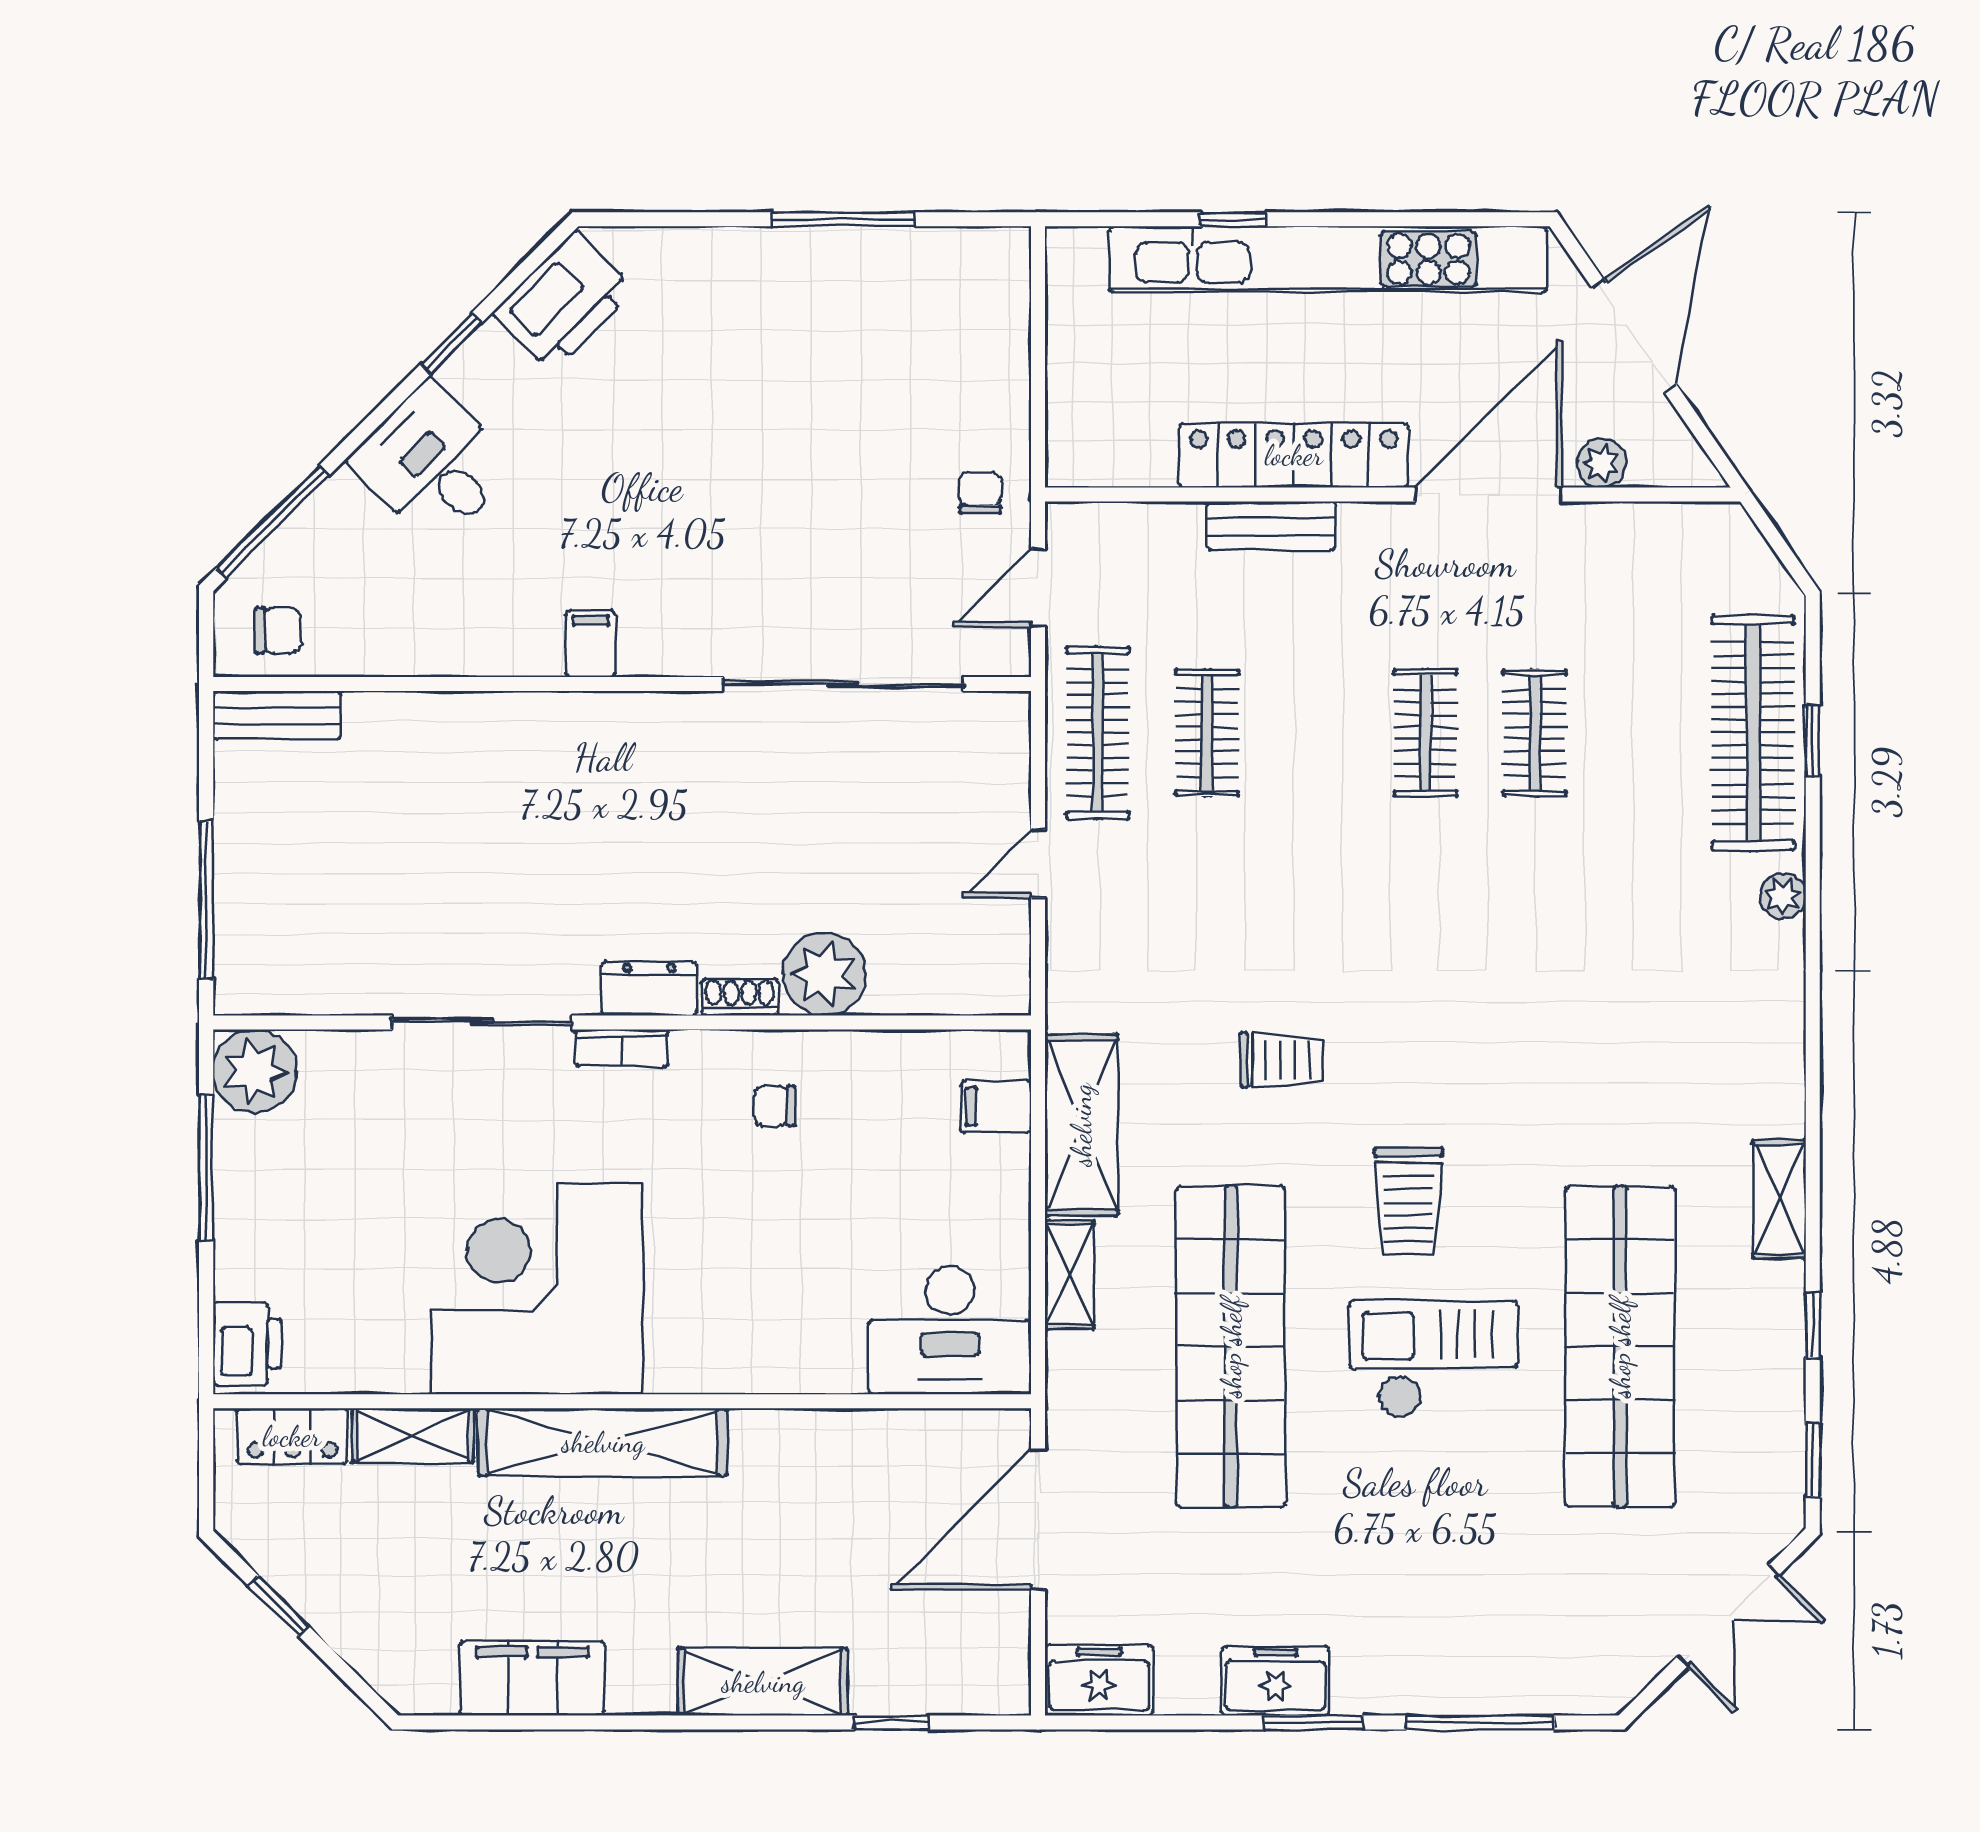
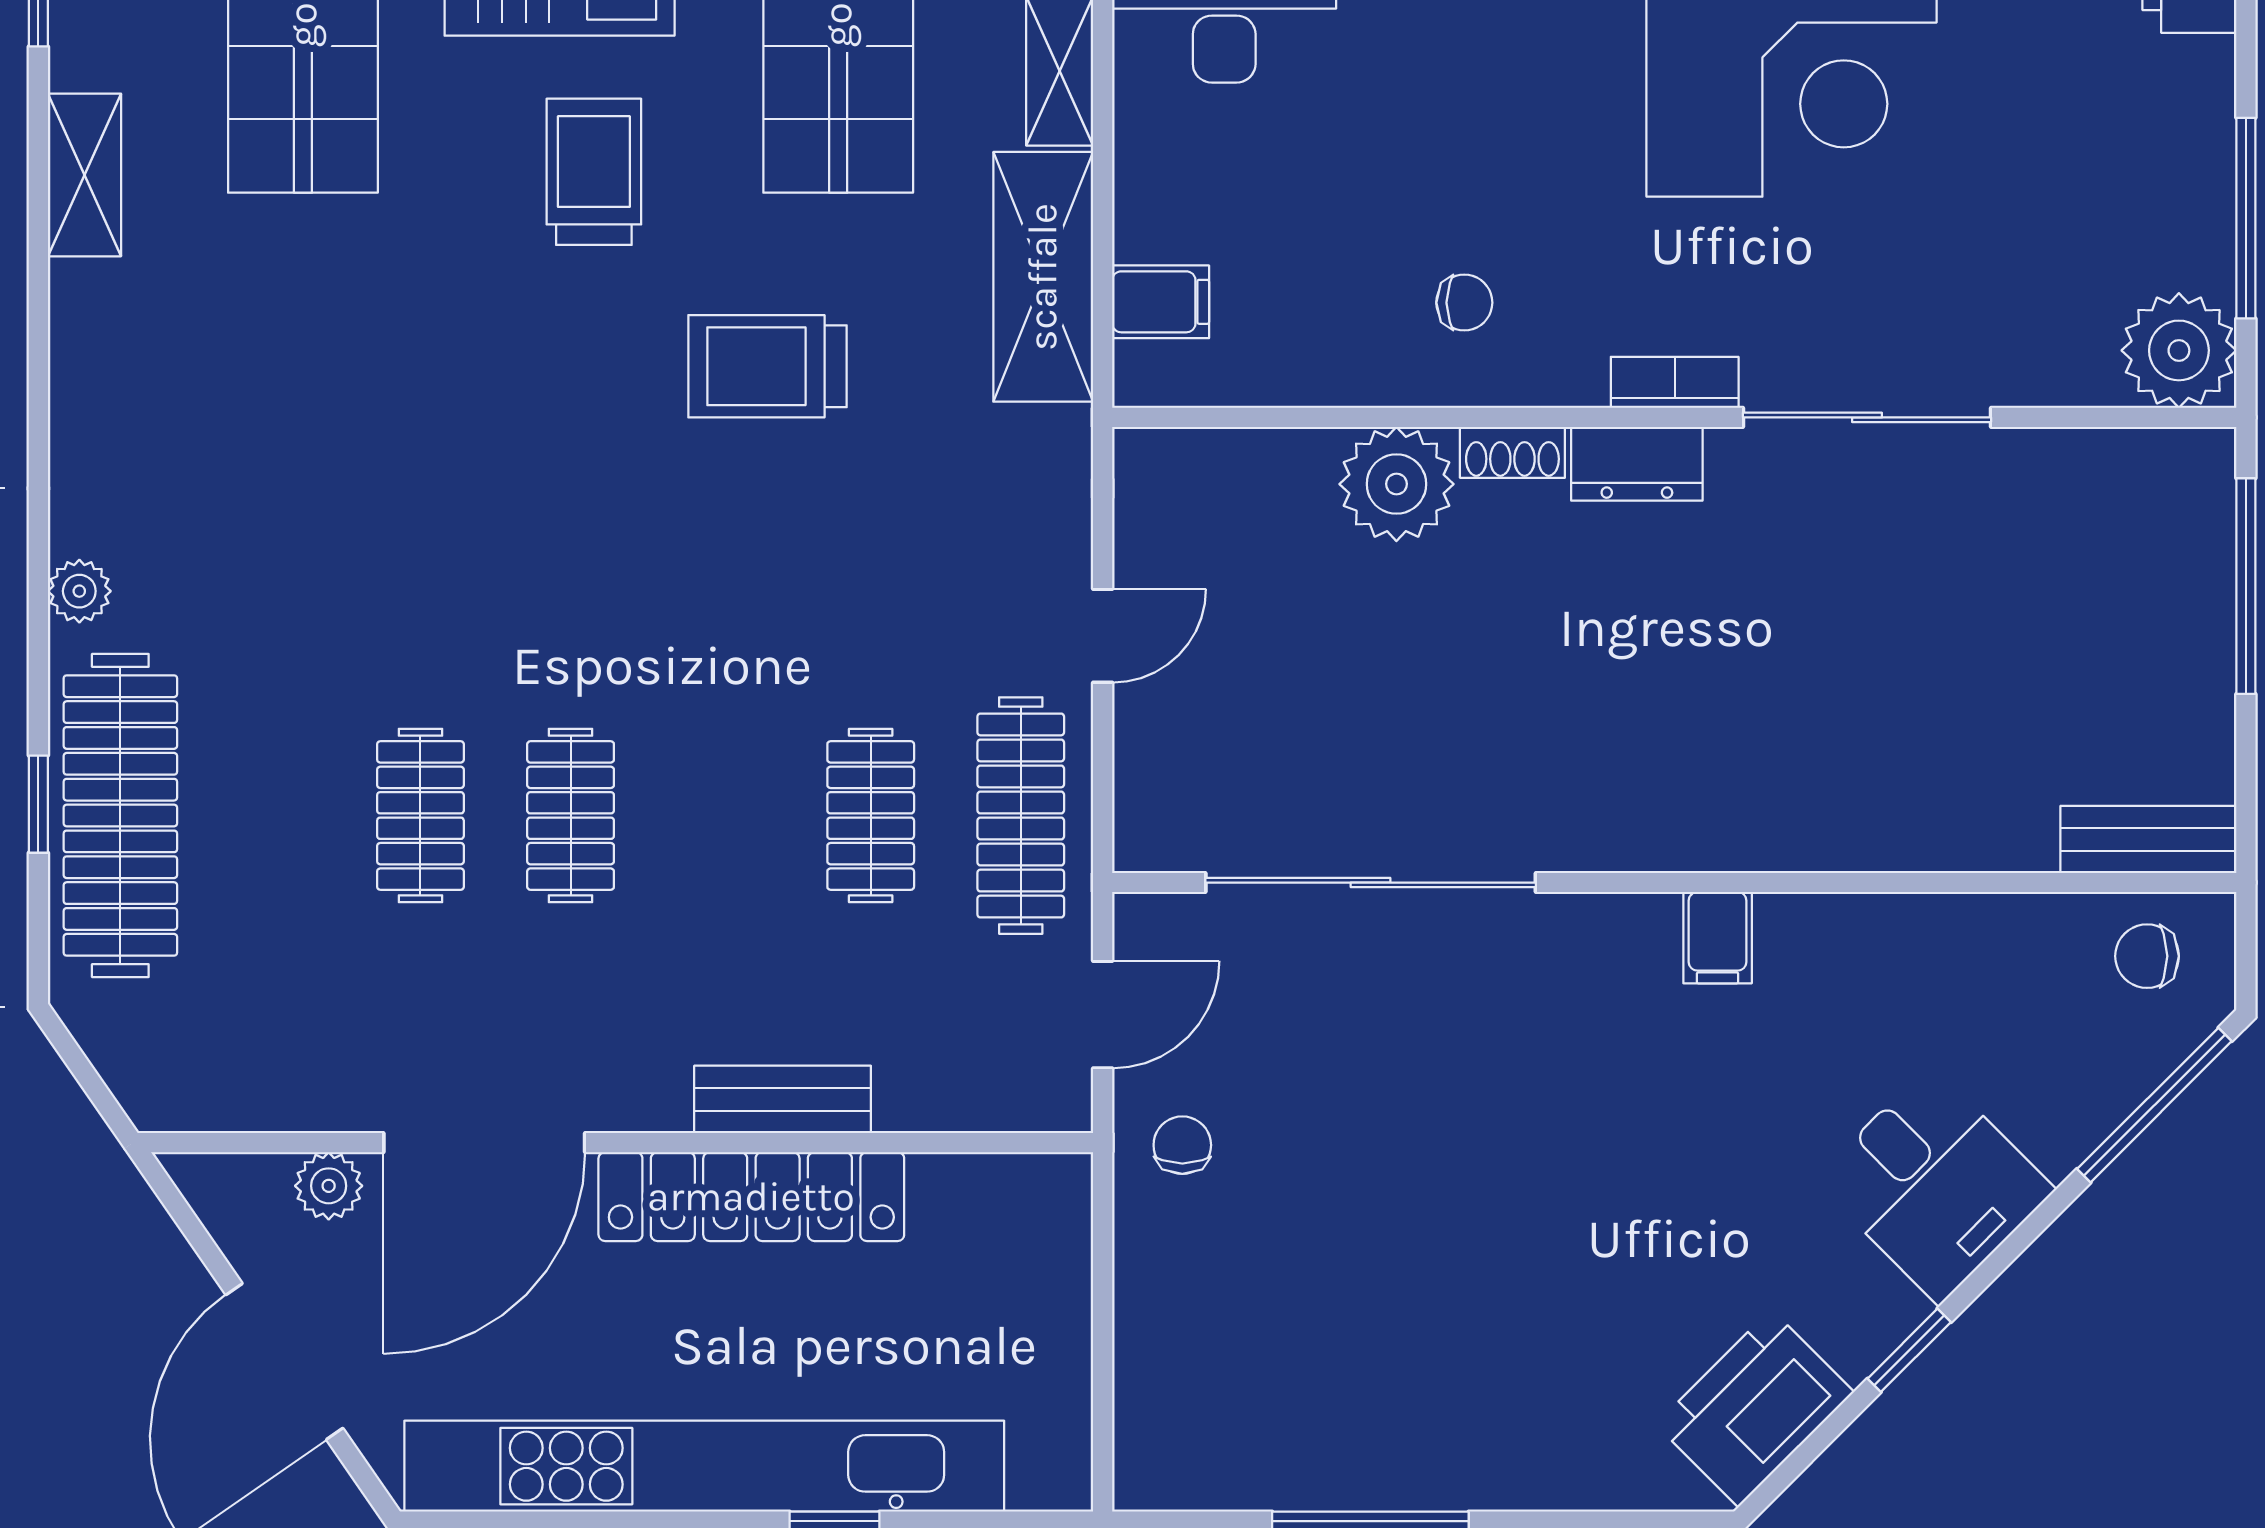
chair: (980, 493) -> (1182, 1145), turned 180
trolley: (1282, 1060) -> (768, 366), width x1.36, depth x1.39

